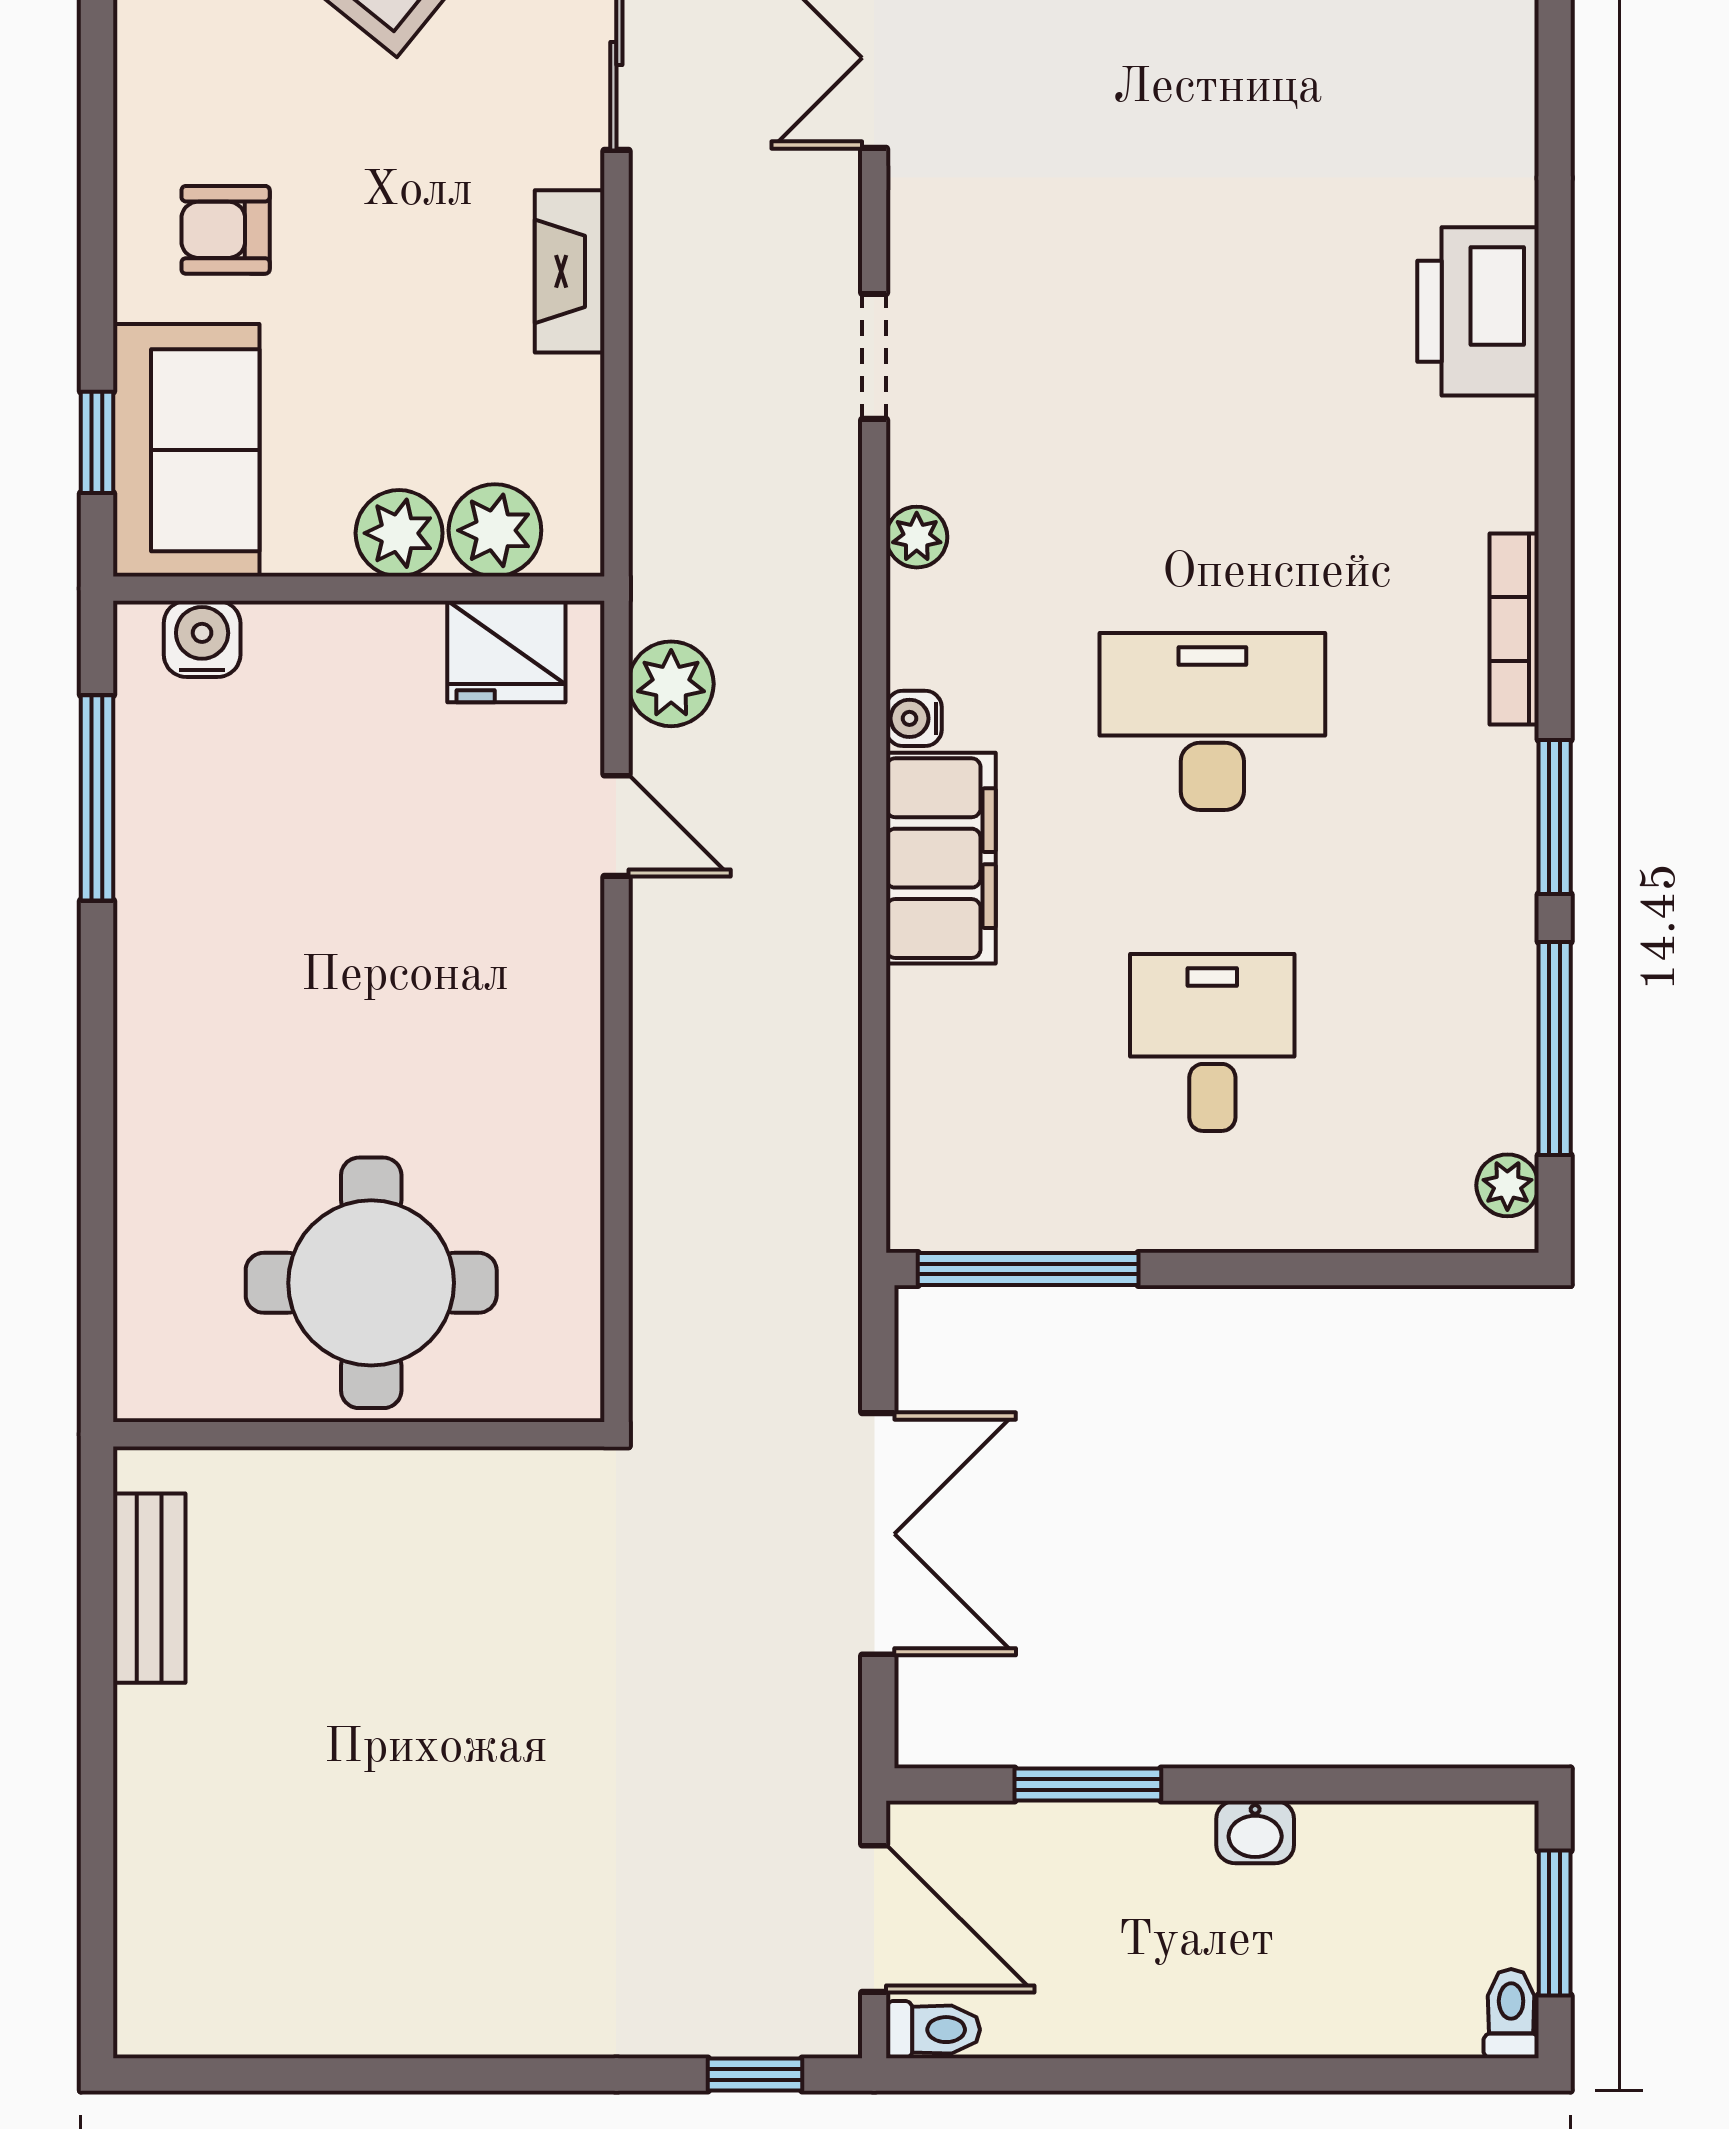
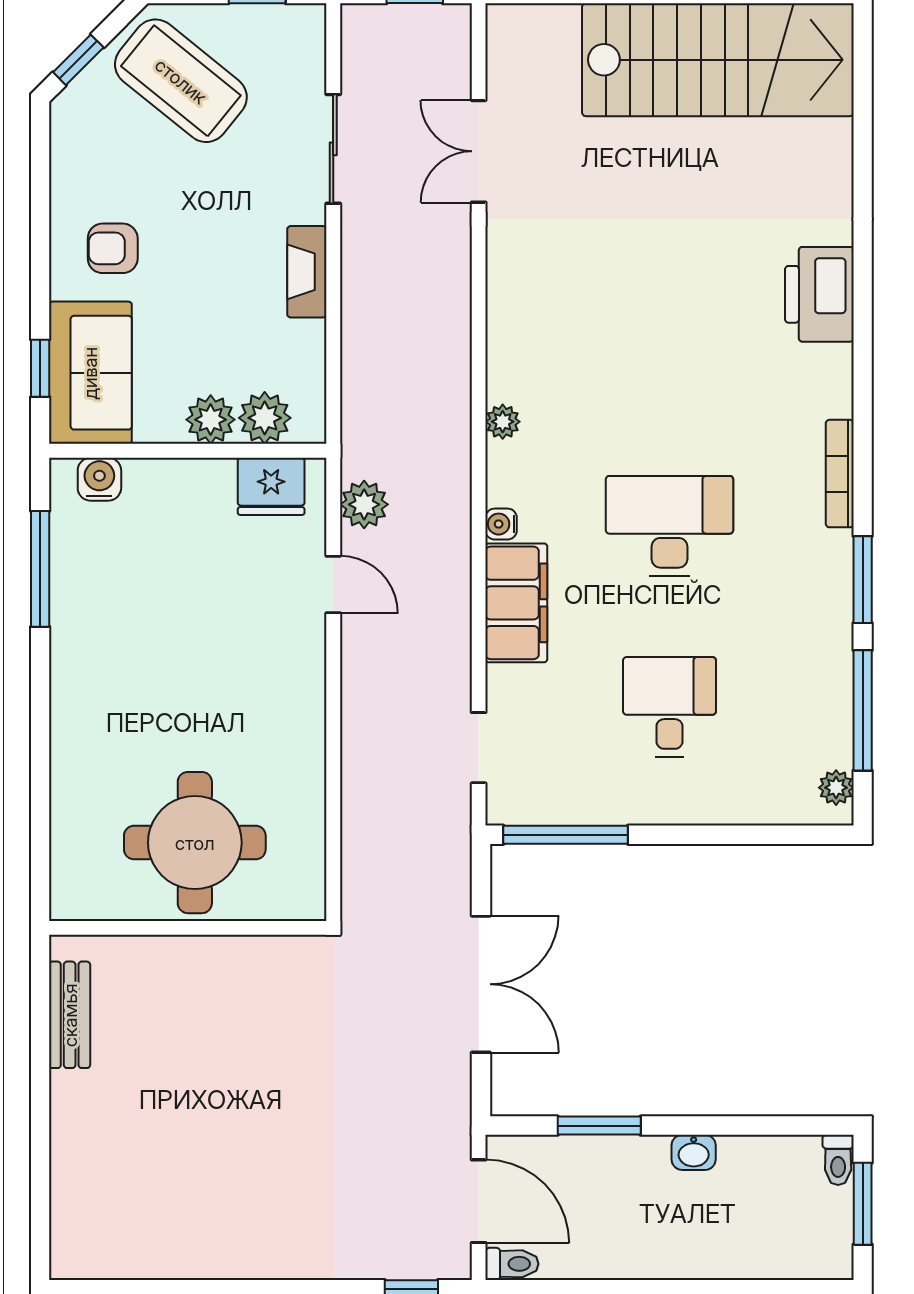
doorway: (874, 356) -> (479, 748), moved
toilet: (1511, 2014) -> (838, 1160), moved, turned 180

